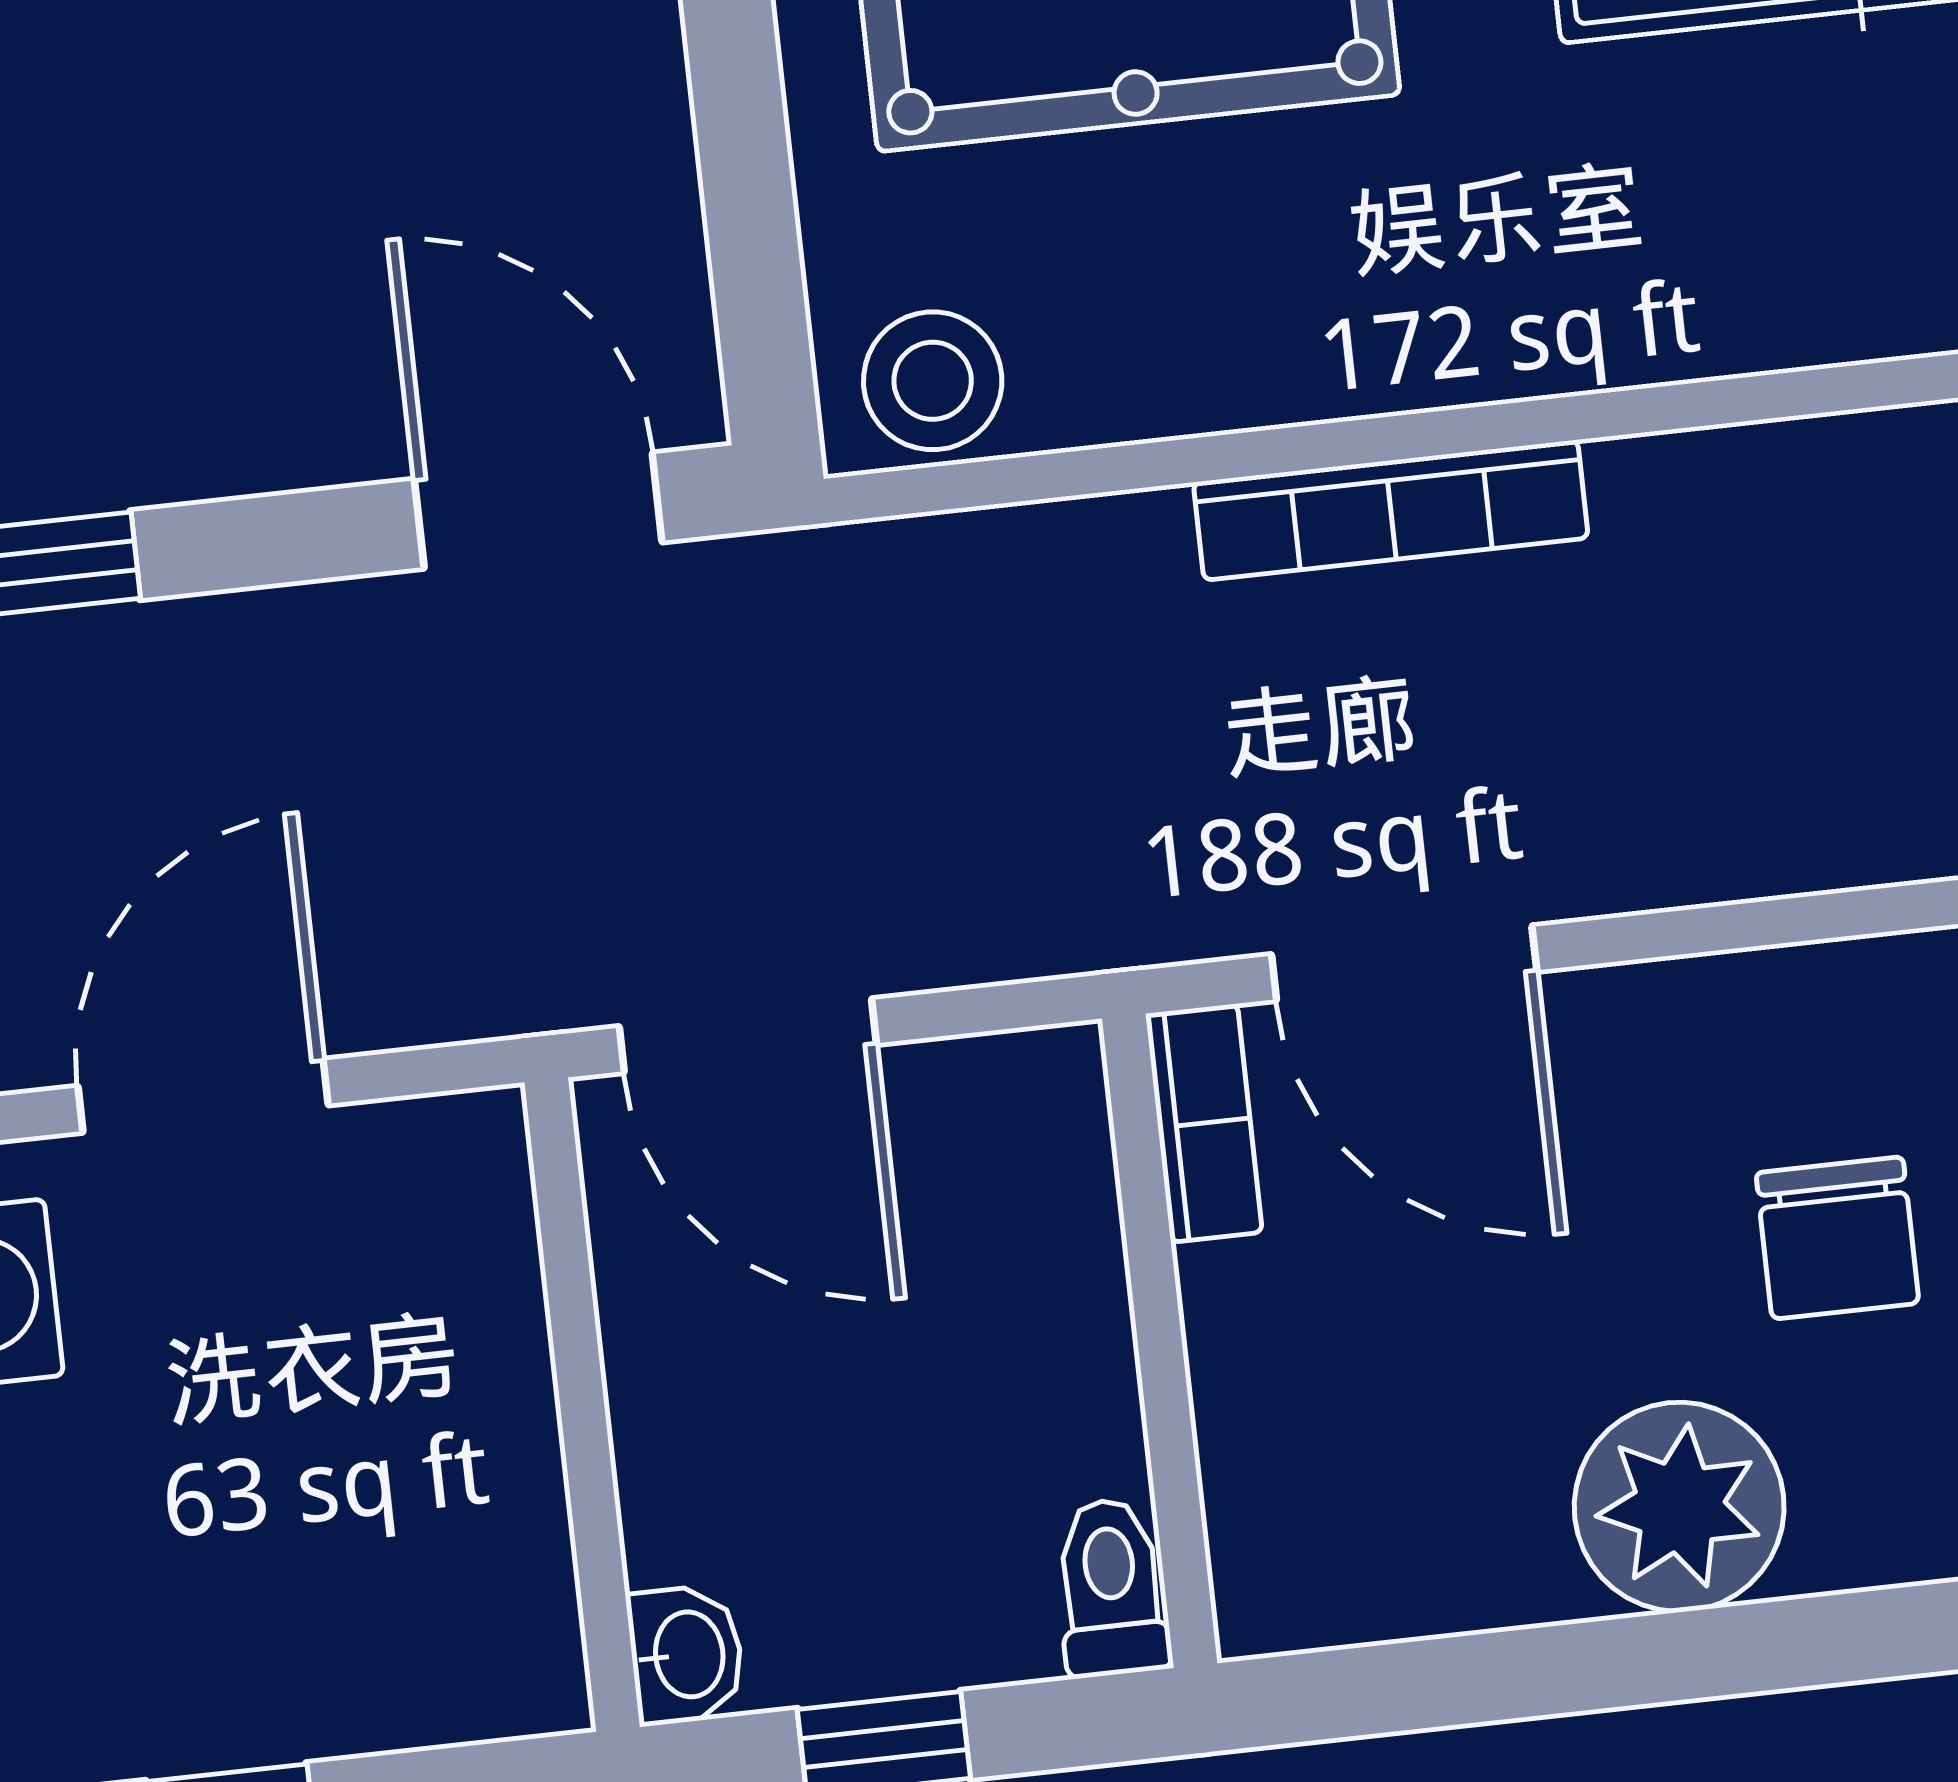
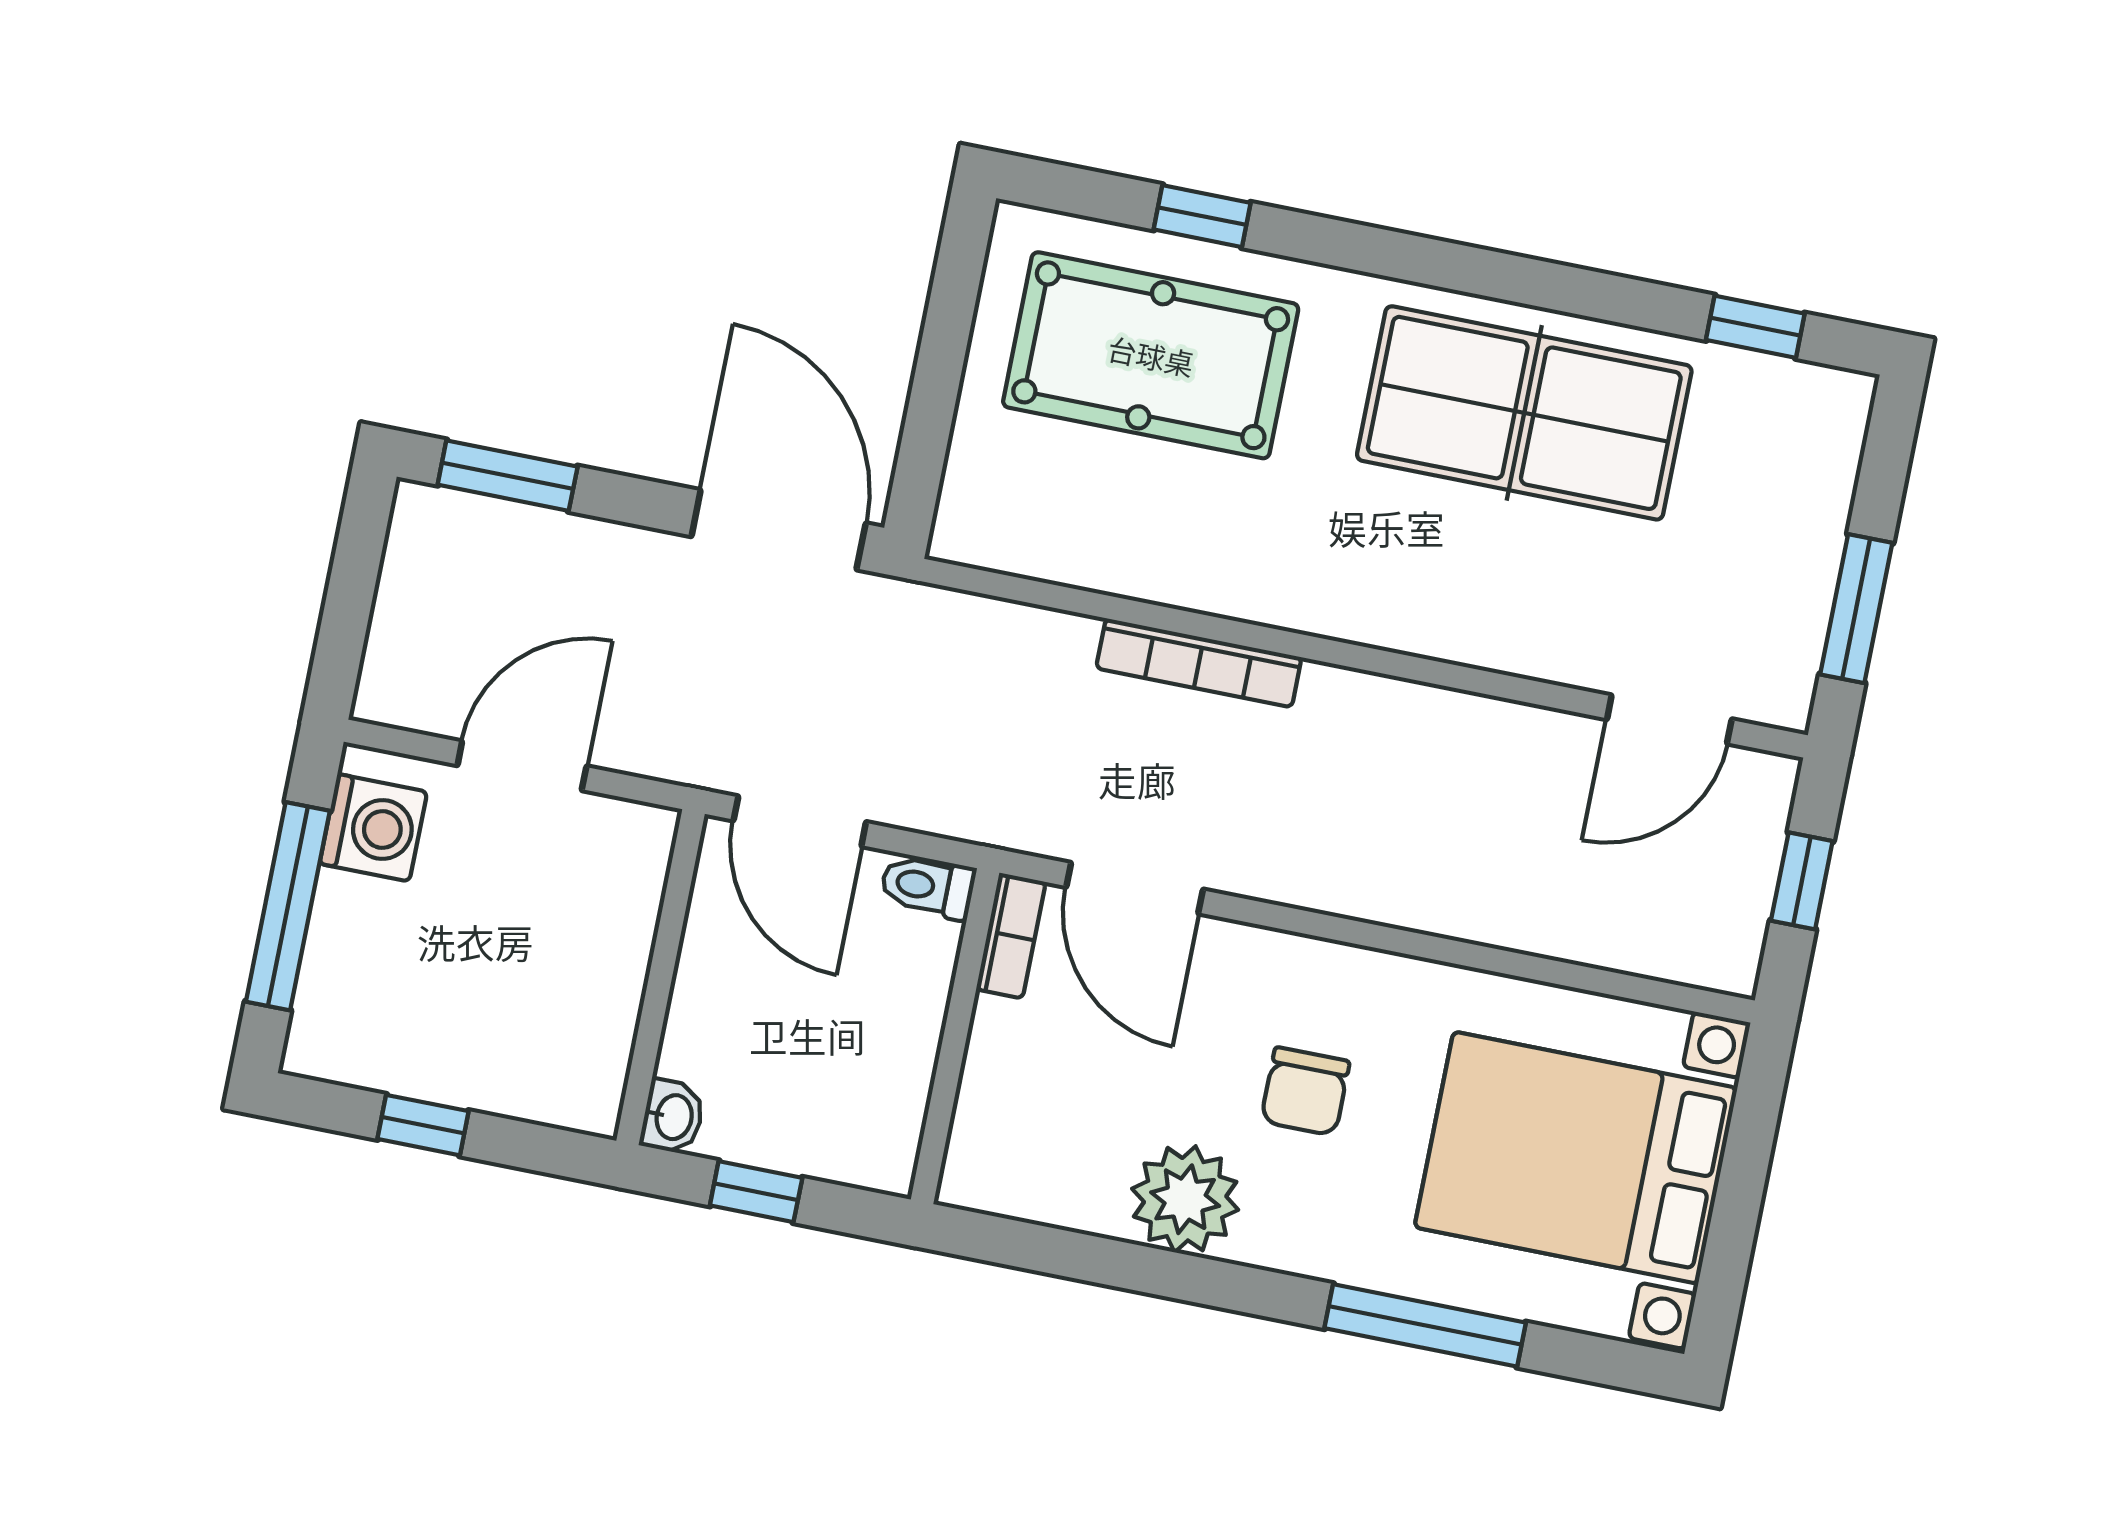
stool: (933, 381) -> (993, 527), removed
door: (538, 511) -> (779, 530), width x1.36
toilet: (1111, 1588) -> (928, 886), moved, turned -90

